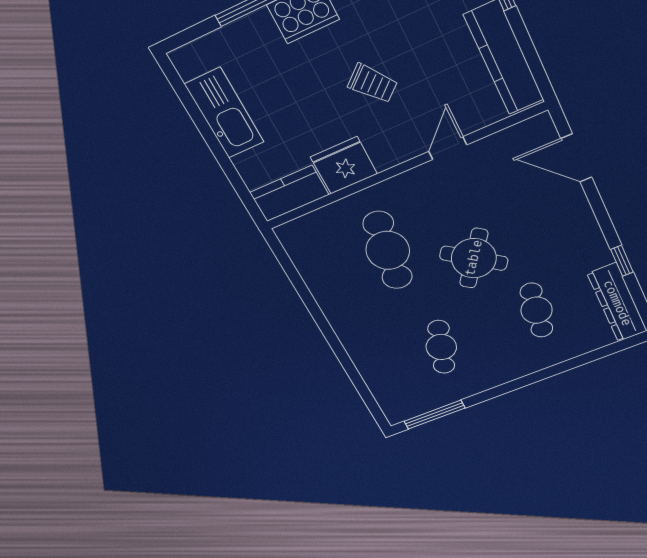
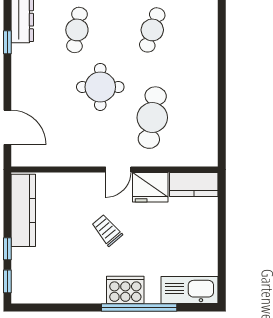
kitchen sink: (224, 113) -> (190, 290), moved, turned 90
door: (448, 148) -> (118, 169), moved
round table: (474, 258) -> (100, 87), turned -36

